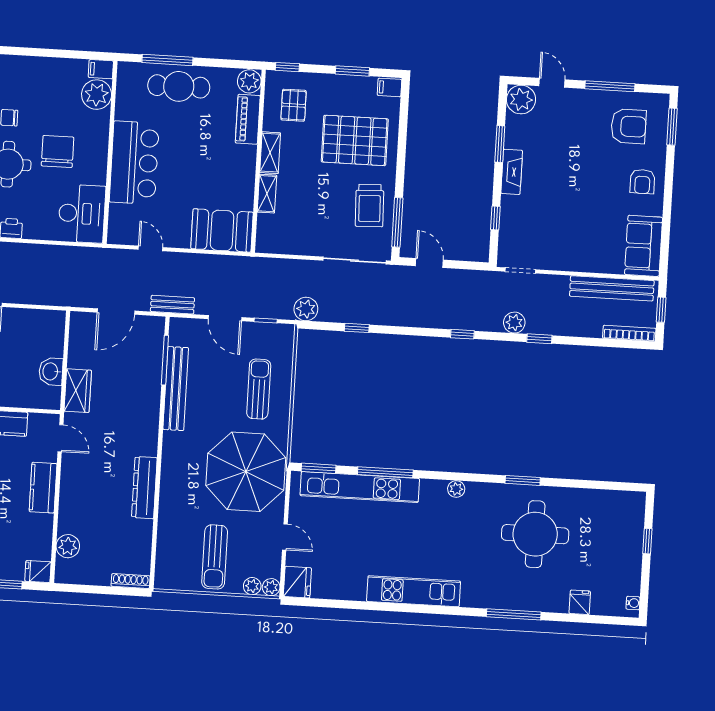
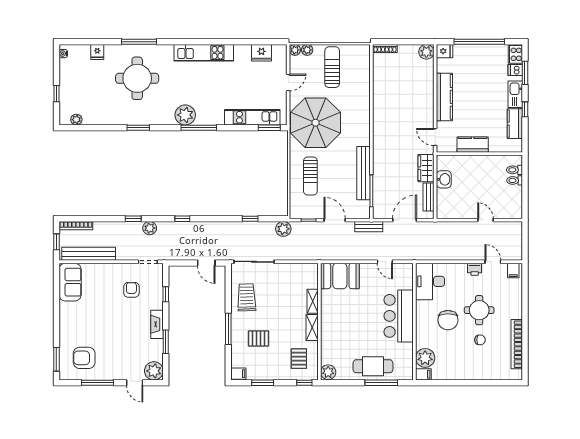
piano: (248, 119) -> (328, 348), removed
pallet: (355, 140) -> (259, 338), width x0.49, depth x0.50
armchair: (642, 182) -> (131, 290), moved
window: (397, 222) -> (228, 329), moved
bench: (77, 345) -> (428, 197), added
window: (385, 472) -> (199, 128), moved
kitchen unit: (360, 487) -> (252, 117), width x0.73
kitchen counter: (43, 488) -> (444, 97), width x1.50
dresser: (144, 488) -> (380, 109), removed
plant: (456, 489) -> (185, 115), width x1.88, depth x1.88
plant: (619, 499) -> (76, 120), added
round table: (535, 534) -> (137, 78), moved
door: (285, 537) -> (288, 83), swing flipped
plant: (68, 546) -> (426, 52), moved
fridge: (297, 582) -> (261, 53), moved, turned -90

